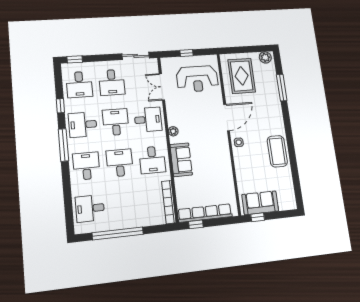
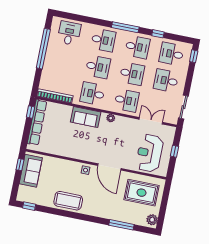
desk: (148, 120) -> (127, 100), turned -90
desk: (83, 125) -> (137, 47), turned 90
window: (298, 192) -> (29, 206), added

